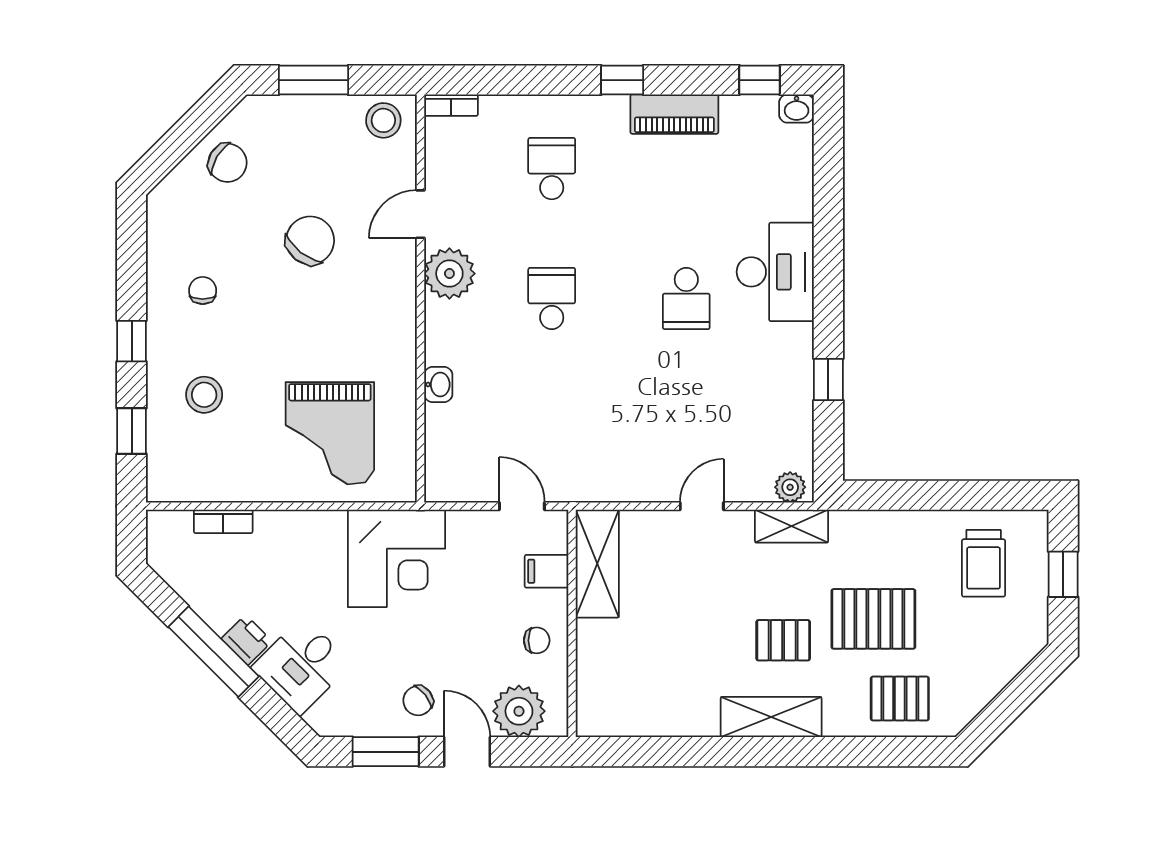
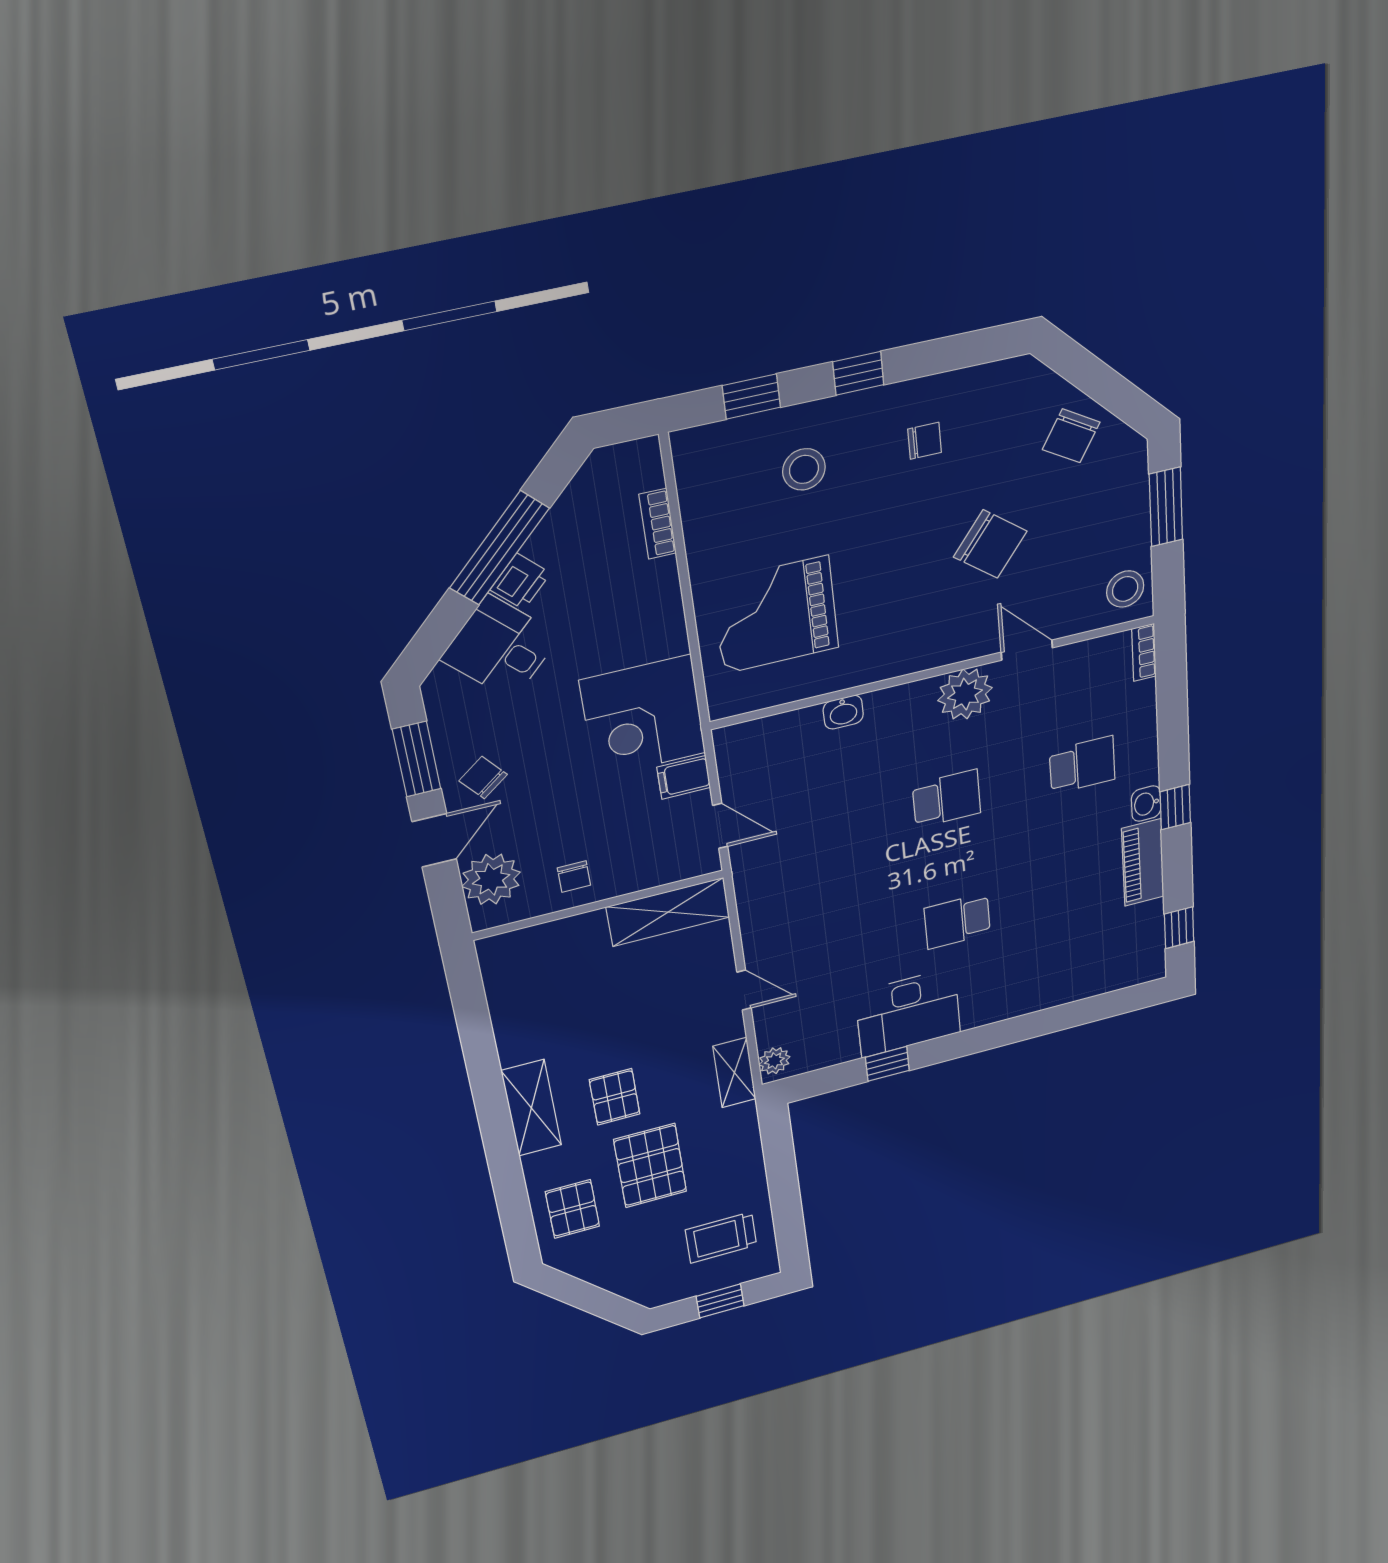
washbasin: (797, 109) -> (1146, 804), moved
desk: (775, 272) -> (908, 1013), moved
door: (522, 506) -> (720, 826), hinge flipped
filing cabinet: (547, 571) -> (684, 777), moved, turned -90

